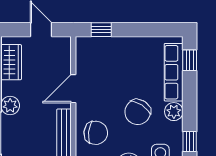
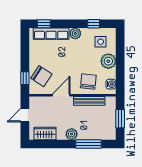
door: (73, 89) -> (61, 95), swing flipped
chair: (138, 112) -> (41, 76), moved

